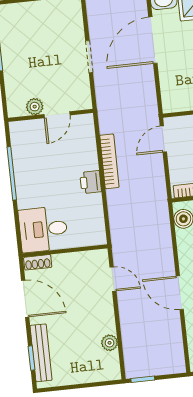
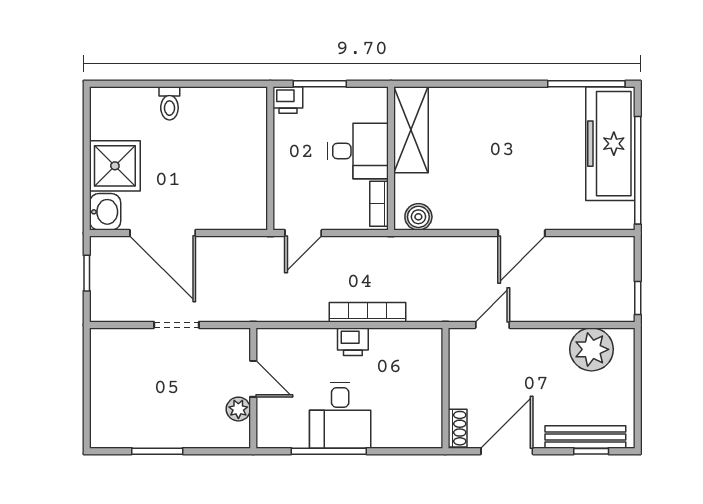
door: (163, 139) -> (303, 233), hinge flipped
bookcase: (109, 161) -> (367, 312), moved
desk: (43, 229) -> (340, 415), moved
plant: (110, 343) -> (592, 349), width x1.88, depth x1.88

